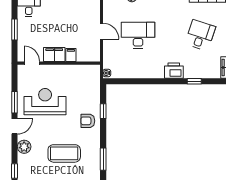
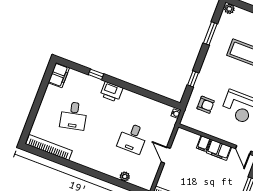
desk: (138, 35) -> (133, 138), width x0.73
desk: (200, 35) -> (74, 116), turned -30
armchair: (88, 121) -> (206, 105), moved

